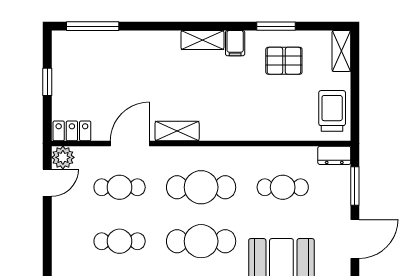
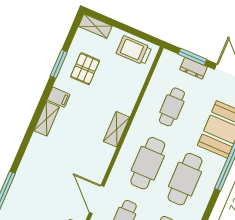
shelving: (177, 131) -> (116, 129), moved
dresser: (334, 155) -> (193, 68), moved, turned 90

